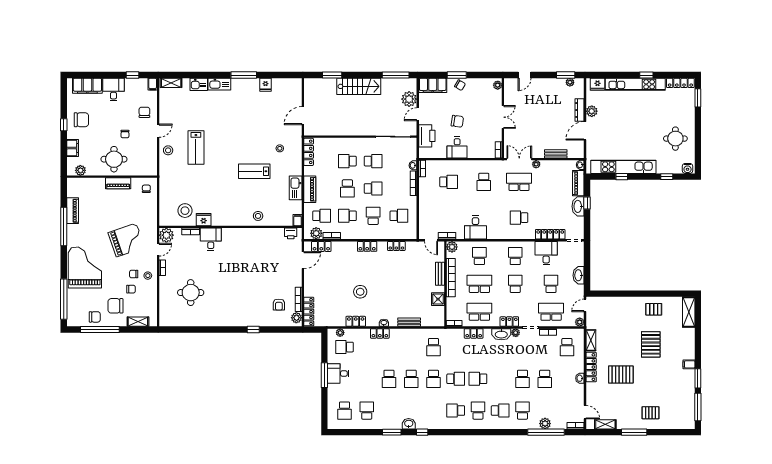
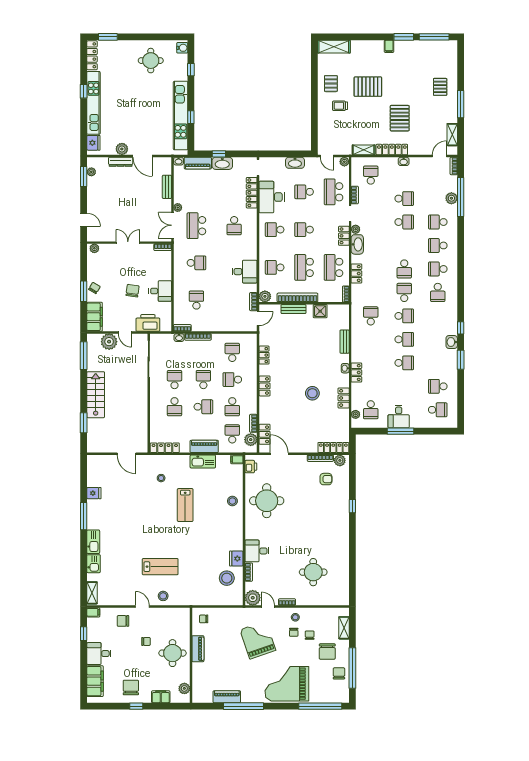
round table: (258, 248) -> (267, 501), added
desk: (546, 253) -> (272, 197), width x1.37
trolley: (633, 318) -> (340, 106), added
school desk: (433, 347) -> (371, 316), turned -90
school desk: (567, 347) -> (371, 175), turned -90
school desk: (500, 411) -> (438, 245), turned -90

